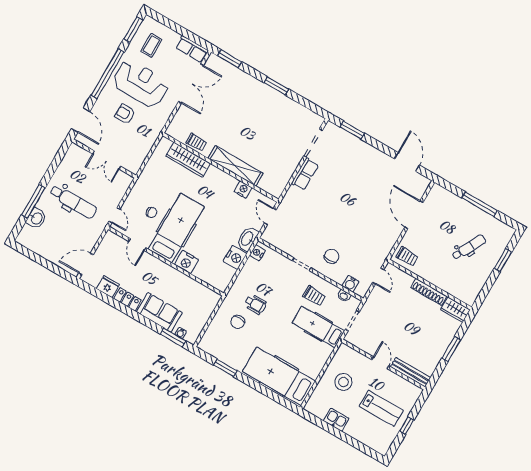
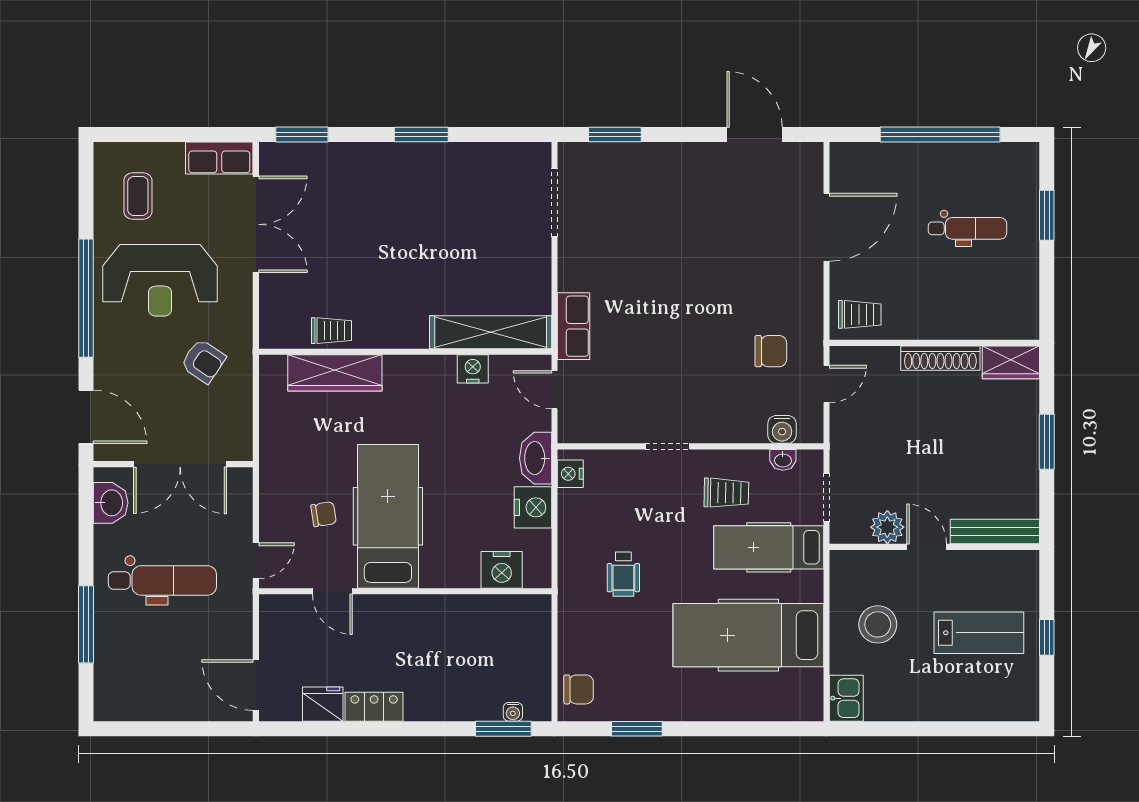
window: (133, 30) -> (86, 186), removed
reception desk: (141, 83) -> (160, 280), turned 180
armchair: (125, 114) -> (203, 361), moved, turned -146
double door: (107, 160) -> (180, 464), width x1.37
shelving: (235, 166) -> (491, 332), moved
row of seats: (305, 174) -> (574, 326), moved
window: (480, 204) -> (940, 135), width x1.46
door: (114, 215) -> (256, 561), hinge flipped
door: (414, 215) -> (826, 227), swing flipped
washbasin: (36, 218) -> (111, 503), moved
dental chair: (469, 247) -> (967, 228), turned 62
chair: (332, 256) -> (771, 351), moved, turned 90
nightstand: (187, 262) -> (502, 570), moved
door: (86, 264) -> (256, 685), hinge flipped
door: (378, 276) -> (826, 384), hinge flipped
wheelchair: (255, 304) -> (623, 574), turned 90
sofa: (159, 312) -> (449, 696), removed
chair: (238, 322) -> (579, 689), moved, turned -90
plant: (369, 346) -> (887, 527), added
hospital bed: (279, 376) -> (748, 635), moved
kitchen sink: (336, 420) -> (846, 698), moved, turned 90

